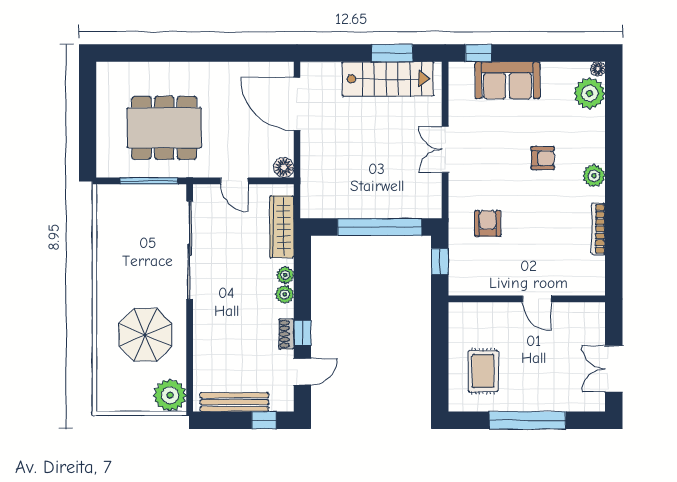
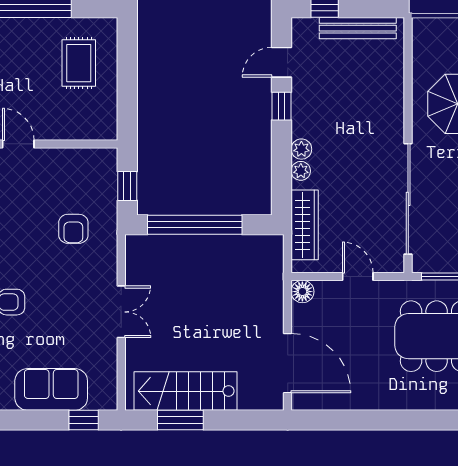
shoe rack: (286, 334) -> (300, 105), removed
plant: (170, 395) -> (430, 36), removed

